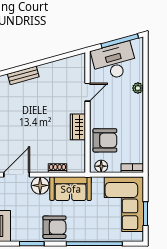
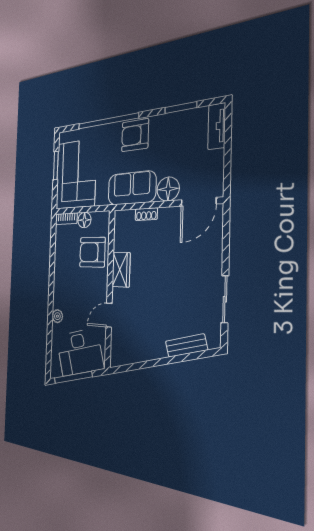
floor lamp: (101, 166) -> (84, 220), moved
armchair: (54, 227) -> (135, 135), moved

